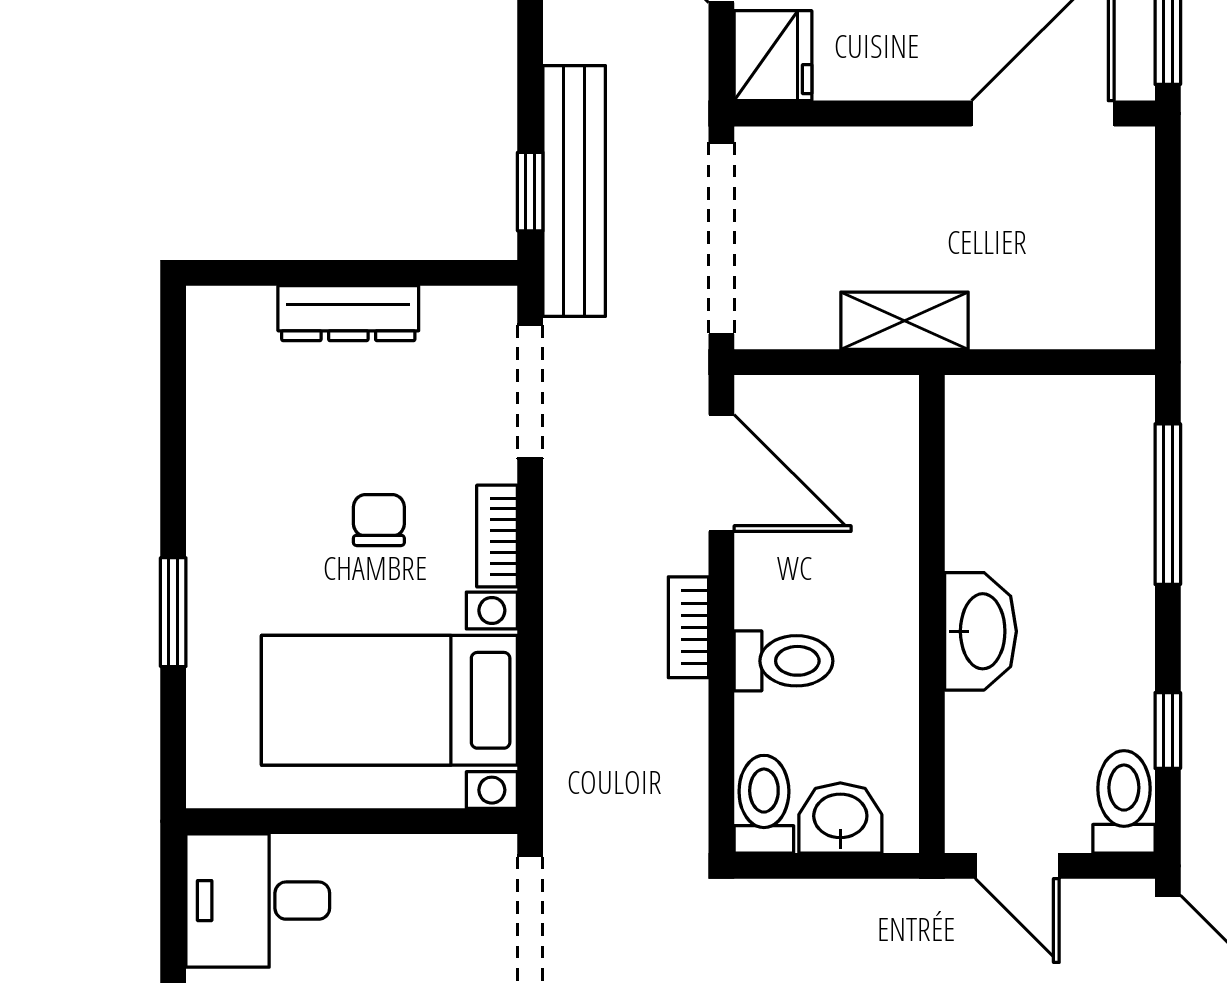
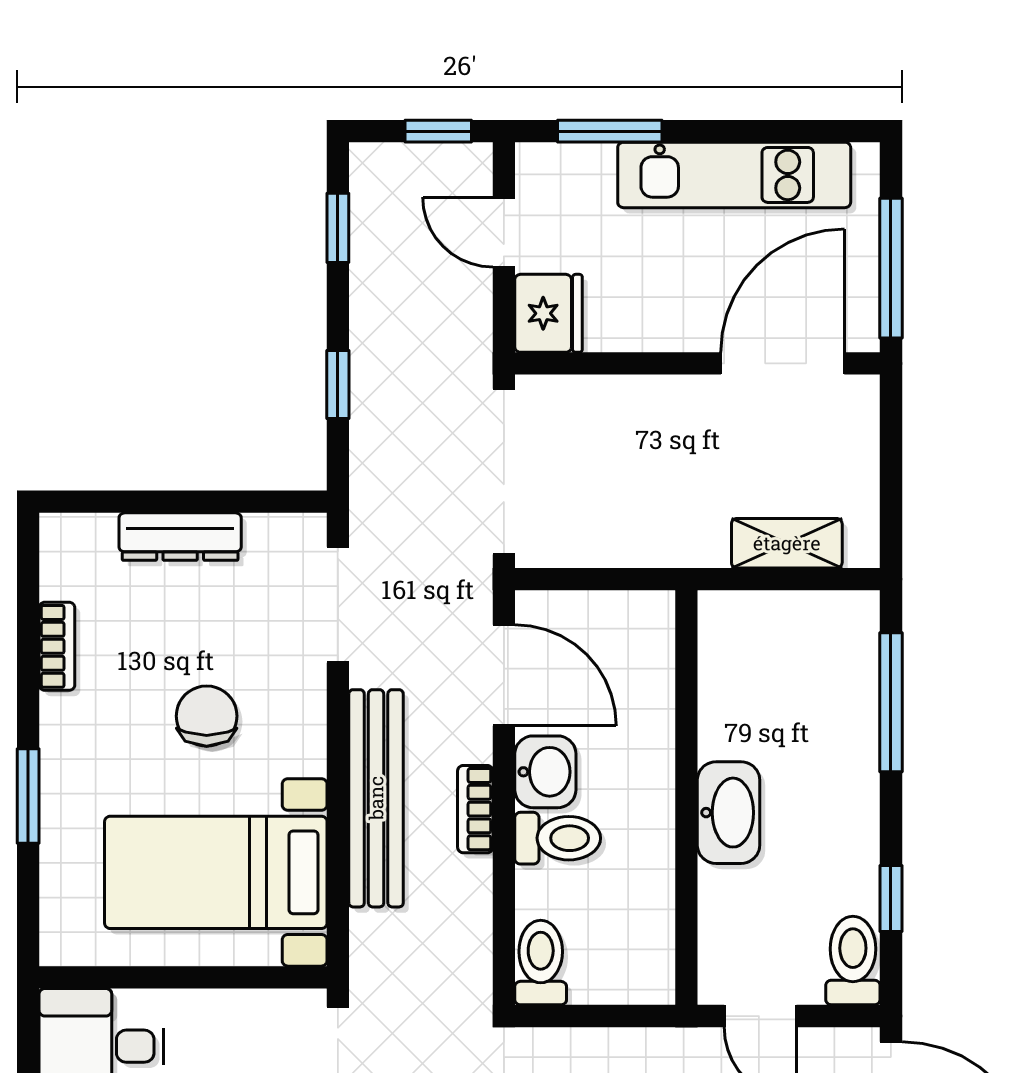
bench: (574, 191) -> (376, 798), moved
window: (530, 192) -> (338, 384), moved
shelving: (904, 321) -> (787, 543), moved
chair: (379, 520) -> (207, 716), width x1.37, depth x1.37
bookcase: (497, 536) -> (57, 646), moved, turned 180
washbasin: (840, 818) -> (545, 772), moved, turned 90

